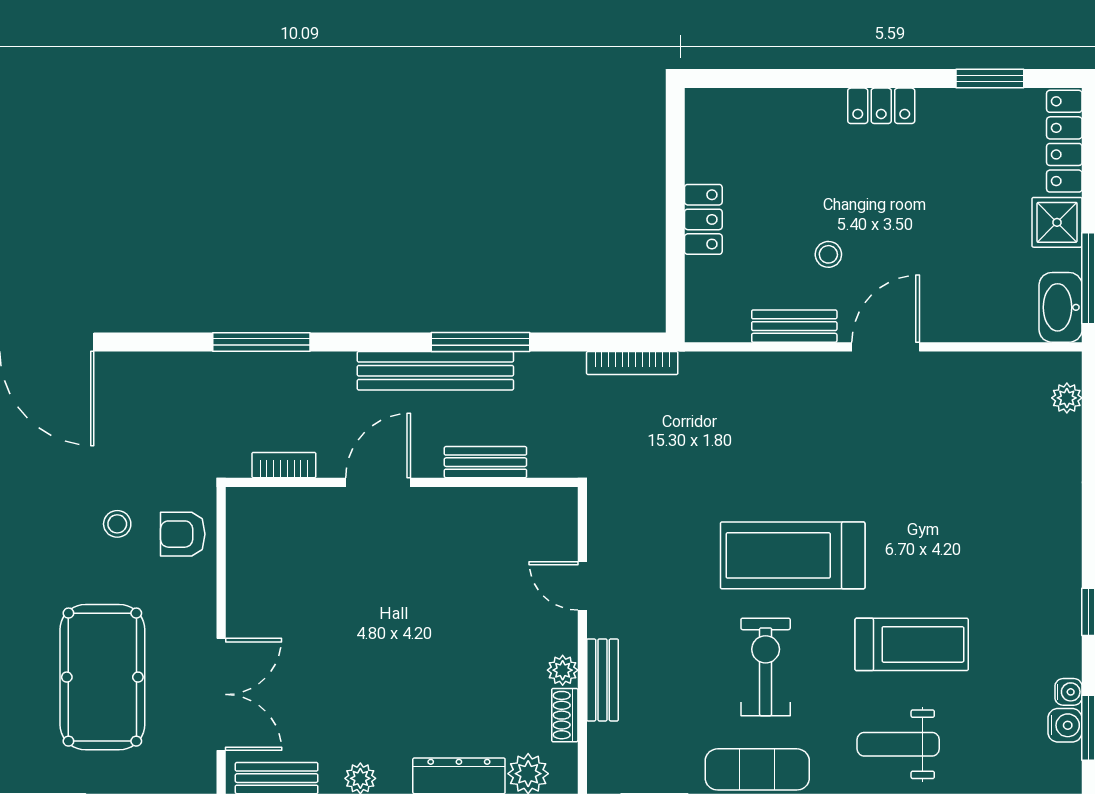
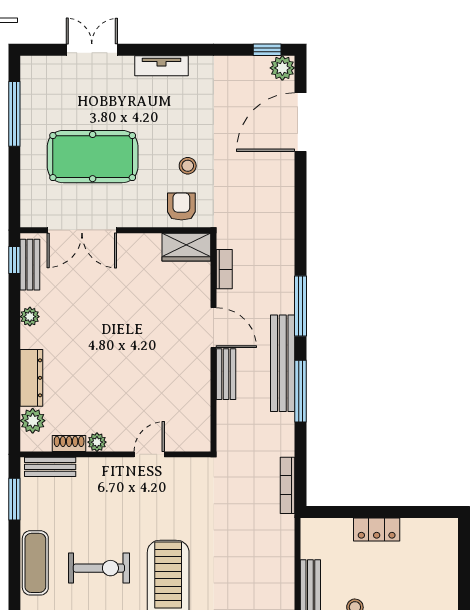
window: (261, 342) -> (301, 306), moved
bench: (485, 462) -> (226, 374), moved
wardrobe: (248, 526) -> (186, 247), added
bench: (603, 680) -> (50, 467), moved

